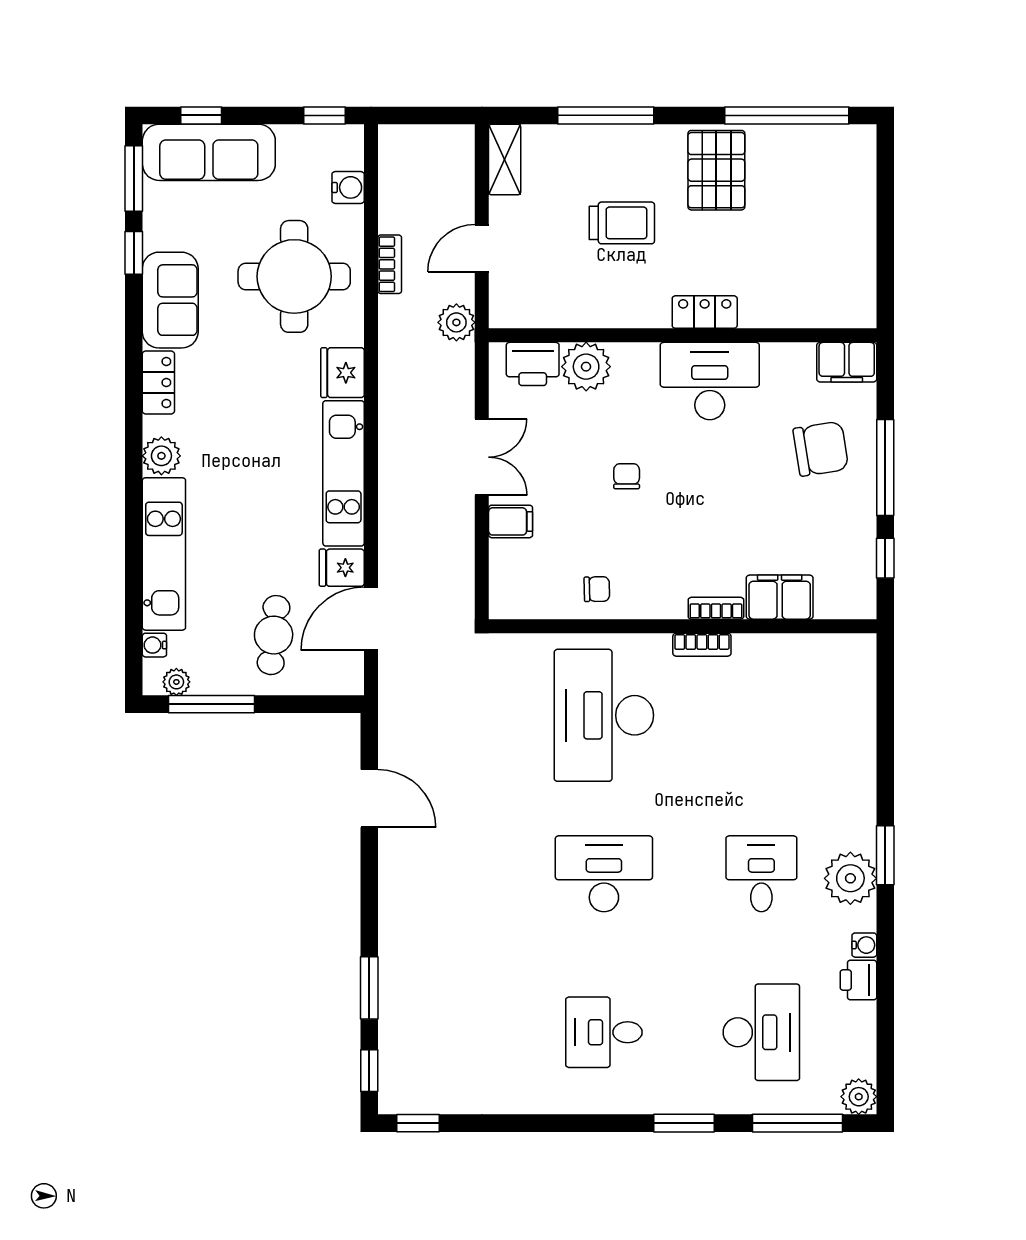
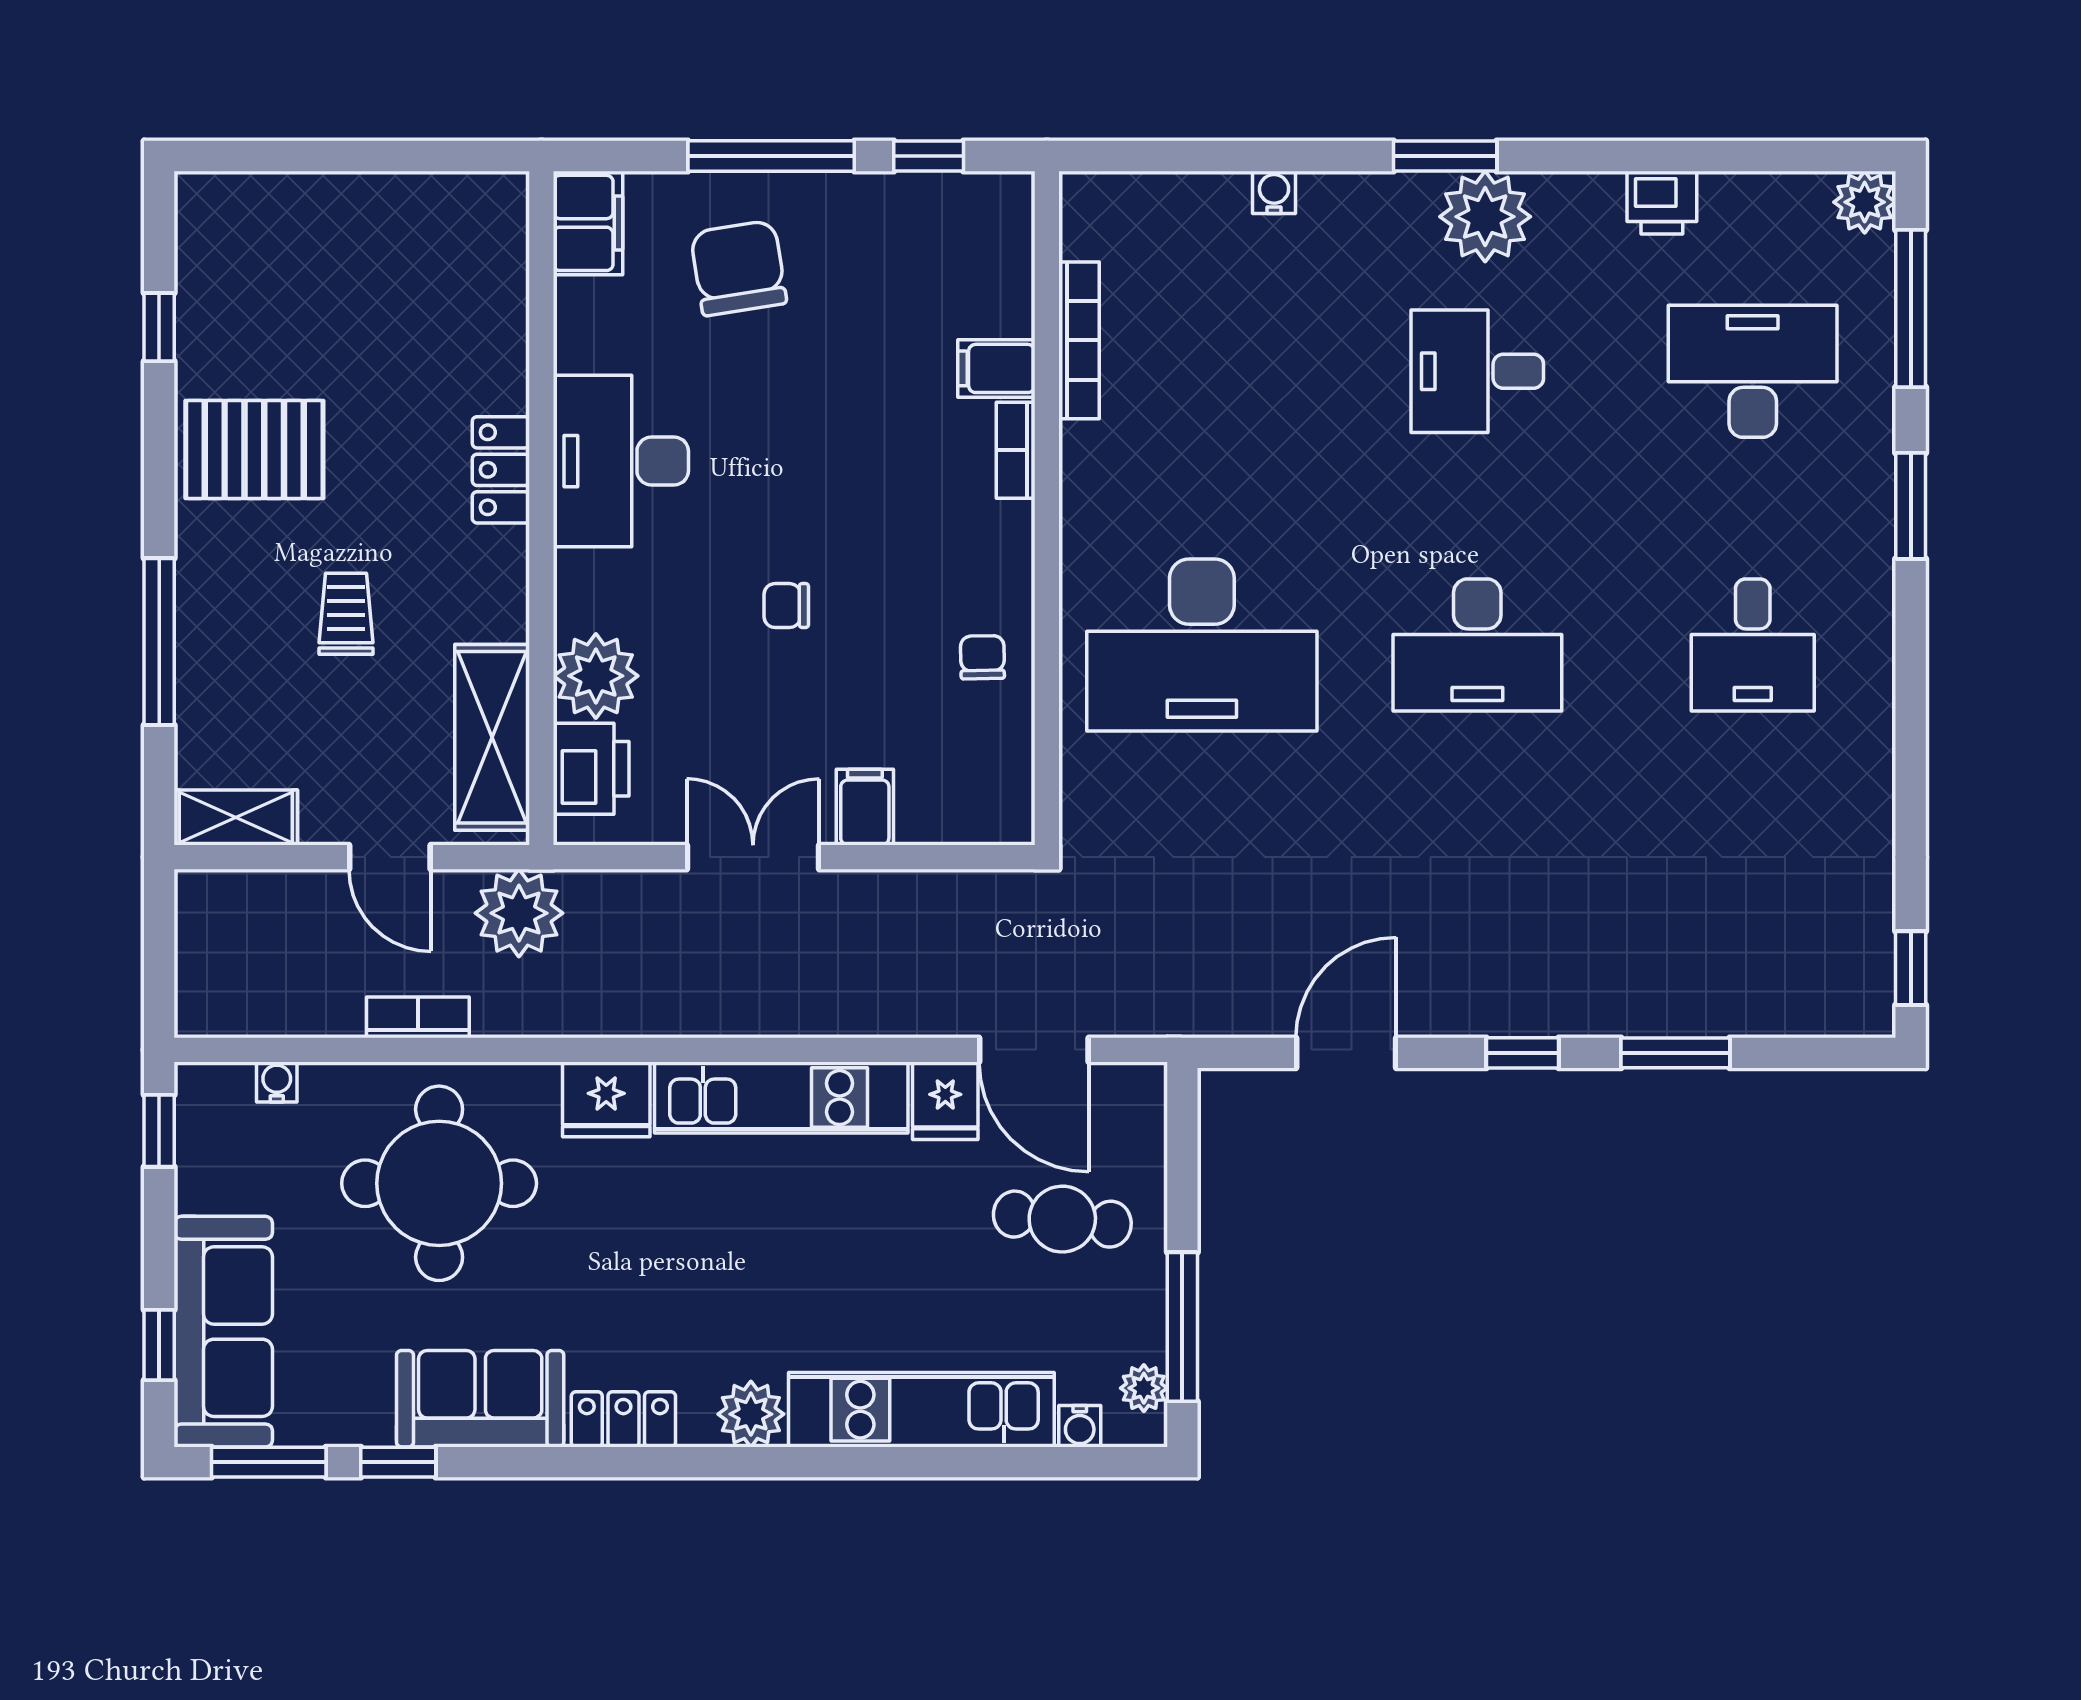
window: (787, 115) -> (159, 327), width x0.32
water cooler: (348, 187) -> (277, 1082), width x0.72, depth x0.72
trolley: (622, 223) -> (346, 614), width x0.73, depth x0.72
shelving: (551, 307) -> (492, 737), added
plant: (456, 322) -> (519, 913), width x1.36, depth x1.36
filing cabinet: (780, 597) -> (996, 368), width x0.50
bookcase: (702, 645) -> (1079, 340), moved, width x1.56
desk: (604, 874) -> (1477, 645), turned -90
water cooler: (864, 945) -> (1274, 192), moved
window: (369, 1071) -> (1522, 1053), moved

